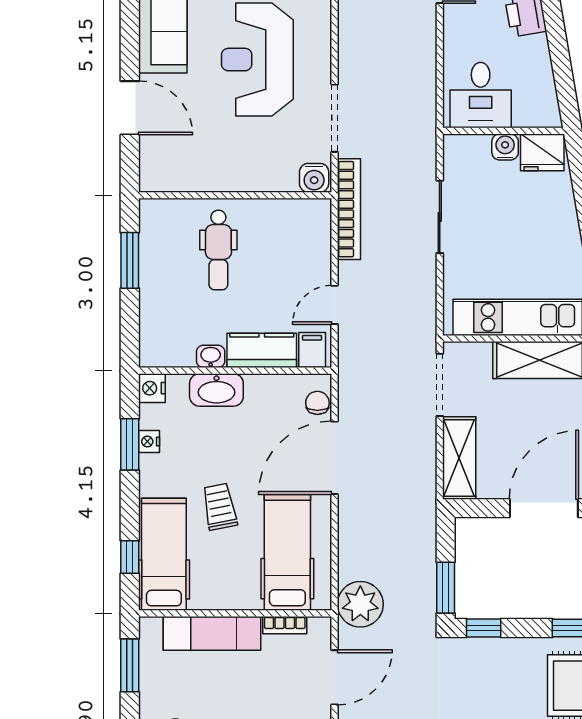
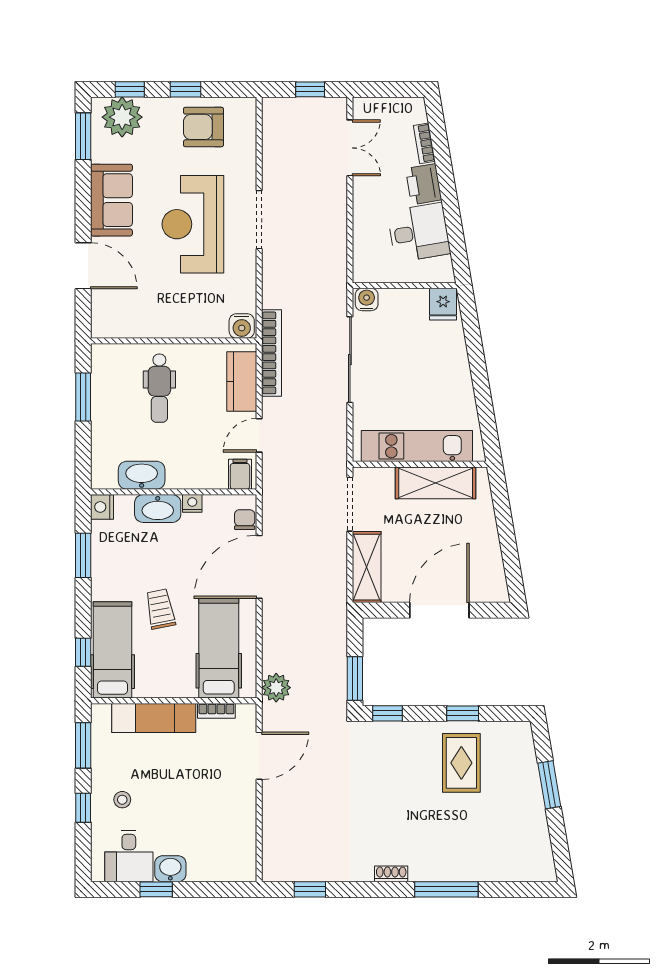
desk: (481, 95) -> (419, 232), moved, turned -100
doorway: (334, 118) -> (259, 220), moved
water cooler: (505, 147) -> (367, 299), moved
fridge: (542, 152) -> (443, 304), width x0.72
sliding door: (440, 217) -> (350, 360), width x1.37
kitchen counter: (262, 350) -> (242, 382), moved, turned -90
washbasin: (211, 356) -> (142, 475), width x1.91, depth x1.45
nightstand: (149, 441) -> (192, 503), moved, turned 90
plant: (360, 604) -> (276, 688), width x0.73, depth x0.73

